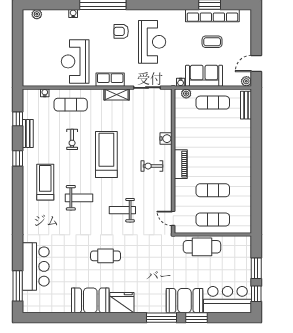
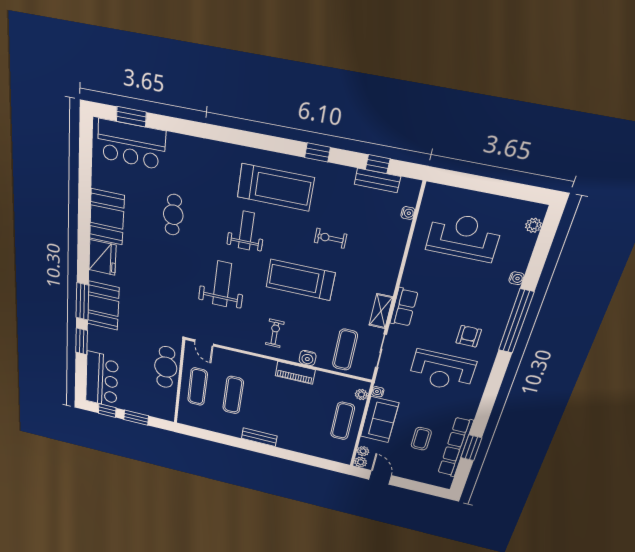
reception desk: (75, 61) -> (464, 237), moved
plant: (236, 82) -> (363, 451), added
exercise mat: (71, 105) -> (345, 350), moved
bench: (246, 105) -> (259, 437), moved
bench: (28, 133) -> (377, 180), moved
treadmill: (106, 154) -> (300, 280), turned 180
piano: (181, 164) -> (295, 373), moved
treadmill: (45, 182) -> (276, 187), width x1.37, depth x1.38
weight bench: (79, 198) -> (246, 231), turned 180
weight bench: (122, 210) -> (222, 284), width x1.36, depth x1.33
door: (173, 218) -> (204, 343), swing flipped
cafe table: (106, 256) -> (173, 215), moved
bar counter: (36, 266) -> (131, 144), moved
window: (18, 286) -> (131, 117), width x0.69
booth: (184, 301) -> (103, 306), moved

